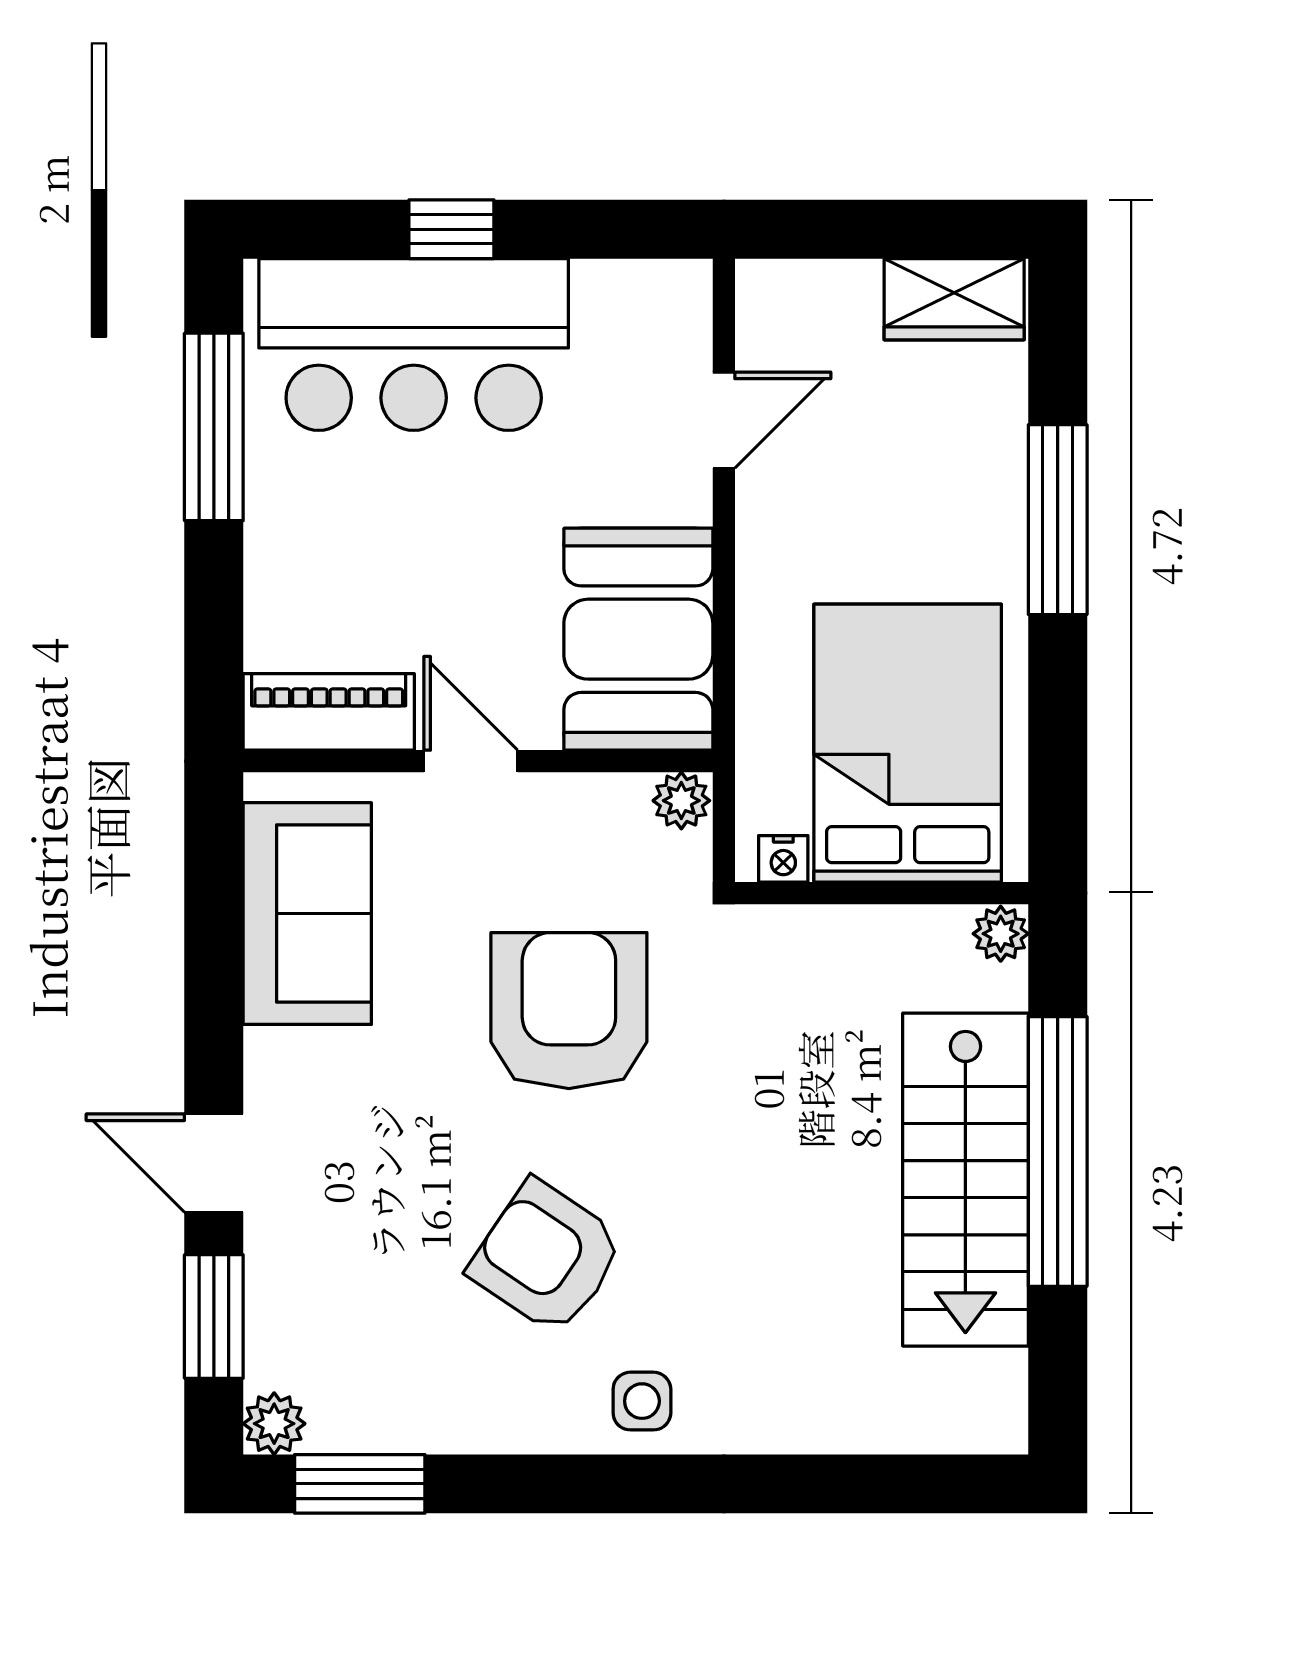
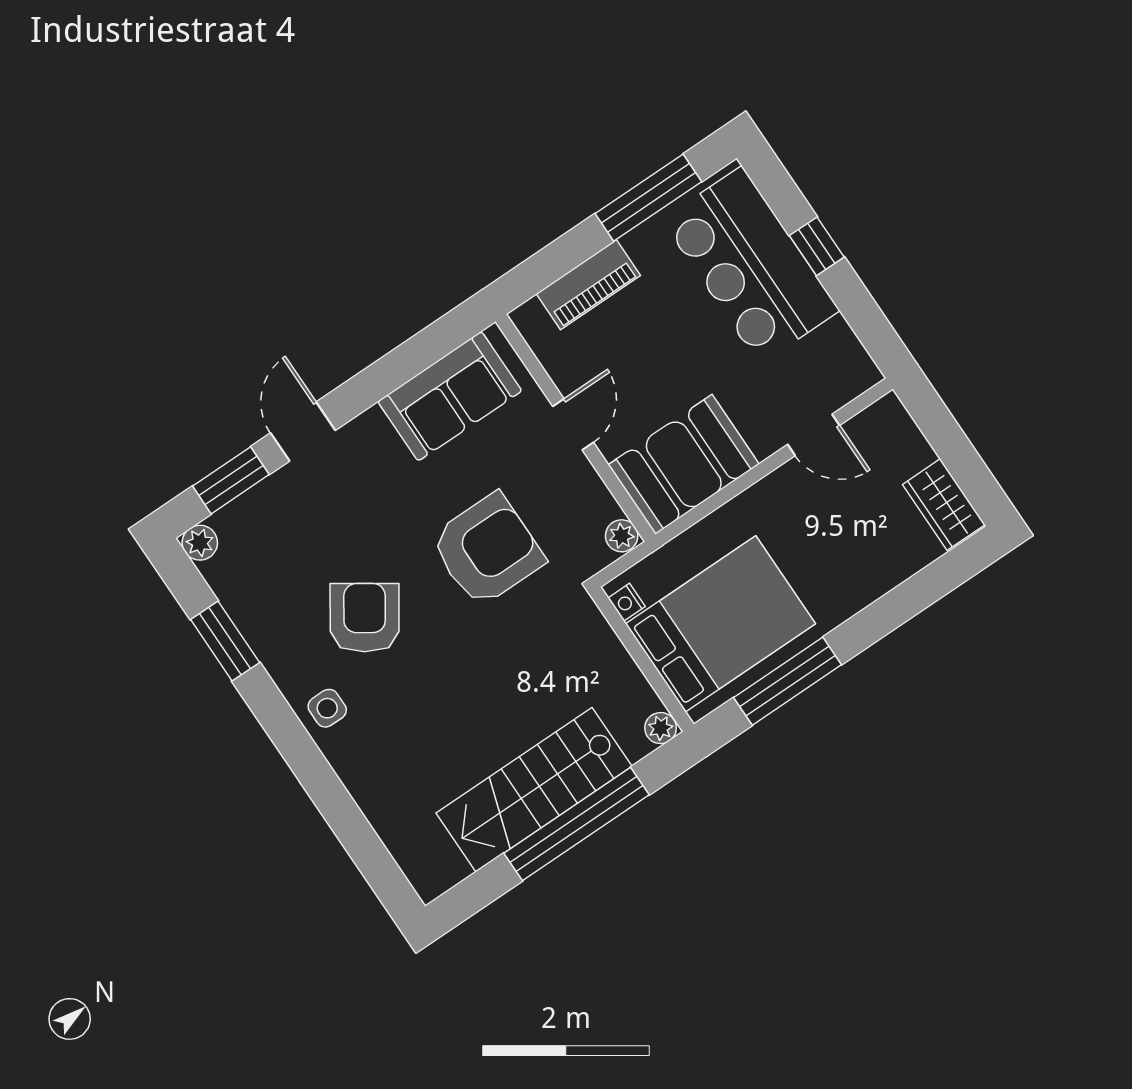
window: (1058, 520) -> (788, 681), moved
piano: (329, 712) -> (588, 285), moved, turned 90
window: (360, 1484) -> (225, 641), moved

